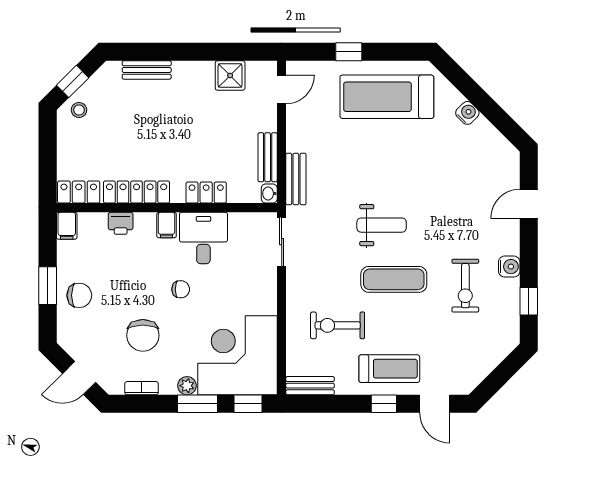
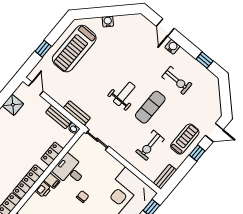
printer: (121, 223) -> (43, 190), moved
water cooler: (509, 267) -> (172, 47), moved

